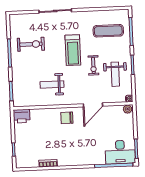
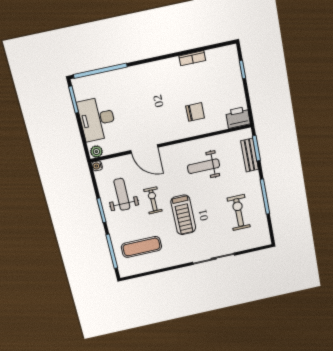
exercise bike: (31, 44) -> (239, 213), turned 90
treadmill: (73, 50) -> (183, 215), turned 180
weight bench: (52, 85) -> (203, 166), turned 180
bench: (17, 87) -> (249, 155), added
door: (93, 105) -> (144, 149), swing flipped
chair: (67, 118) -> (195, 112), moved
desk: (120, 152) -> (97, 119), moved, turned -90

